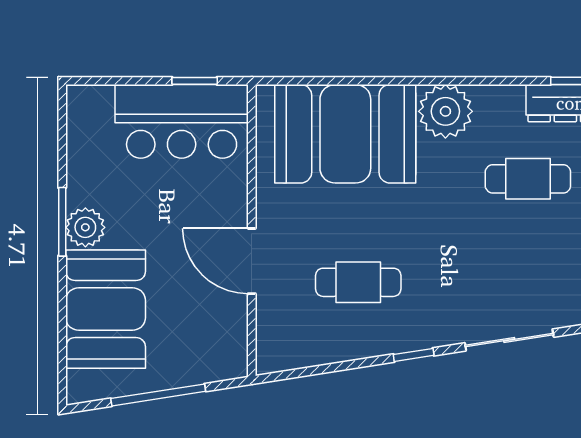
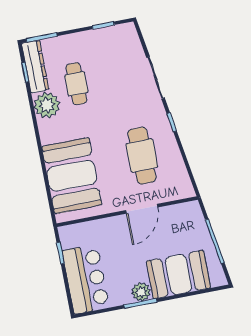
plant: (445, 111) -> (47, 105), moved
bar counter: (182, 121) -> (86, 279), moved
cafe table: (358, 282) -> (142, 156), width x1.37, depth x1.35

